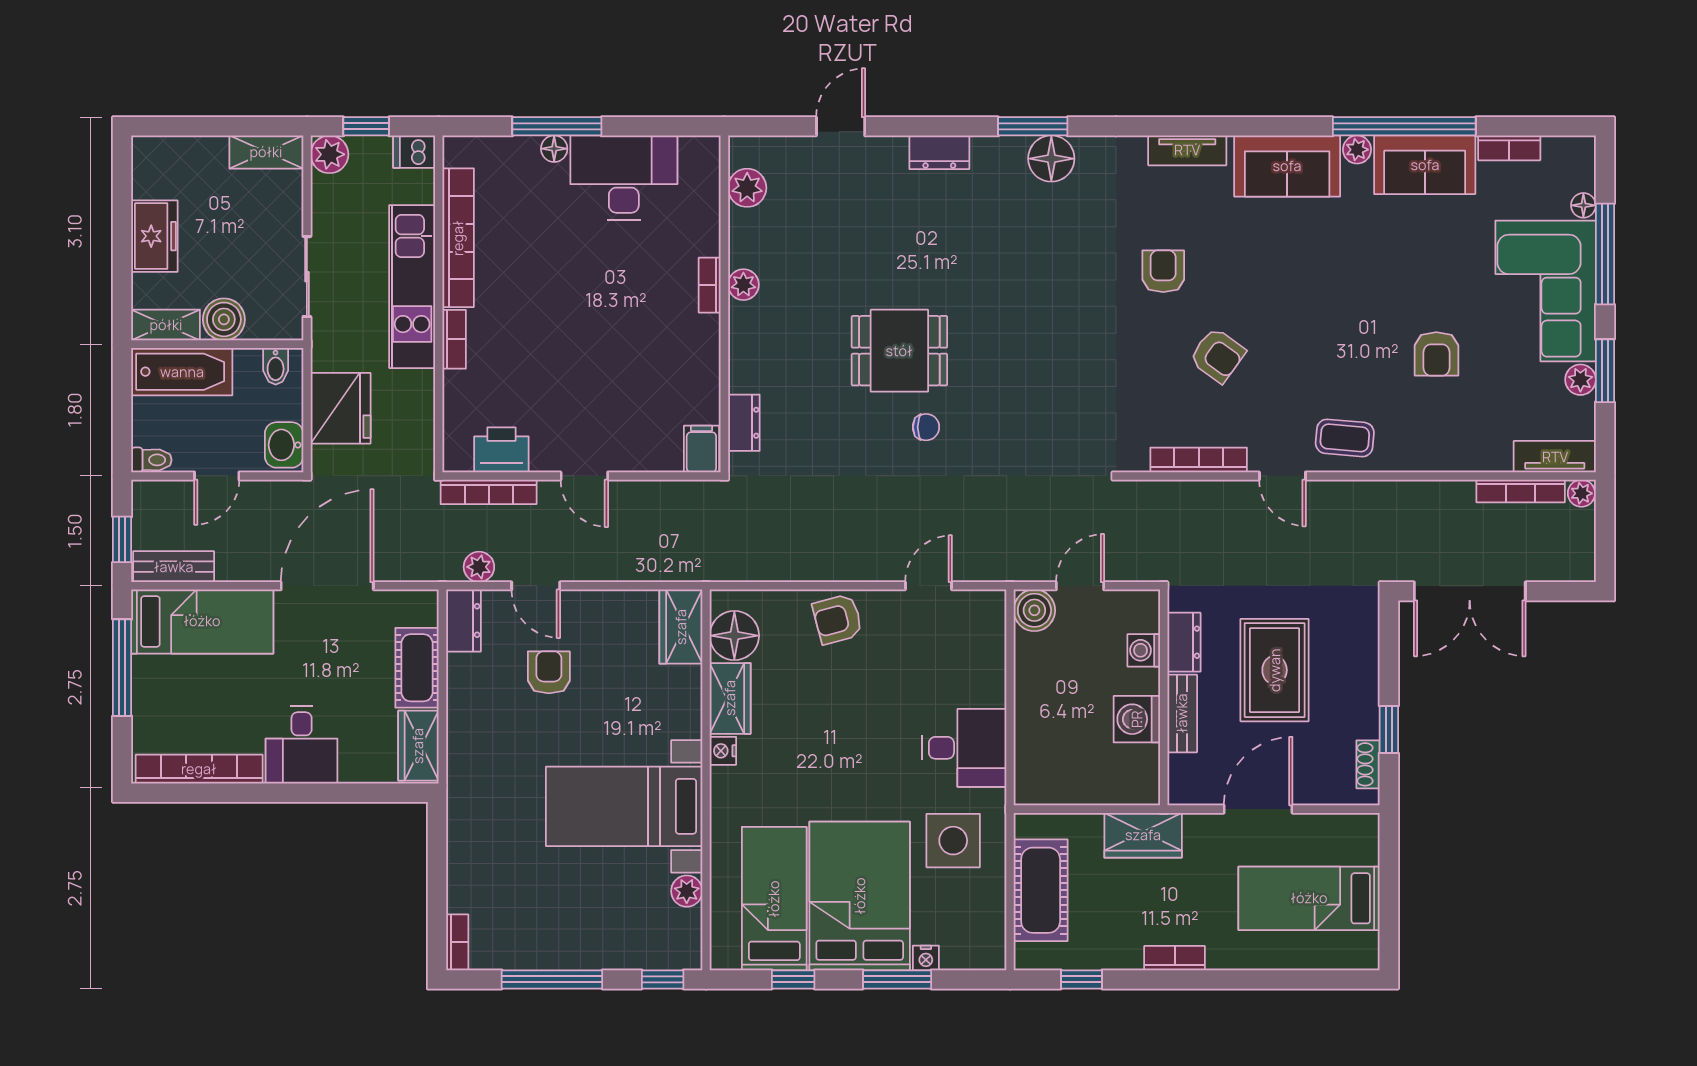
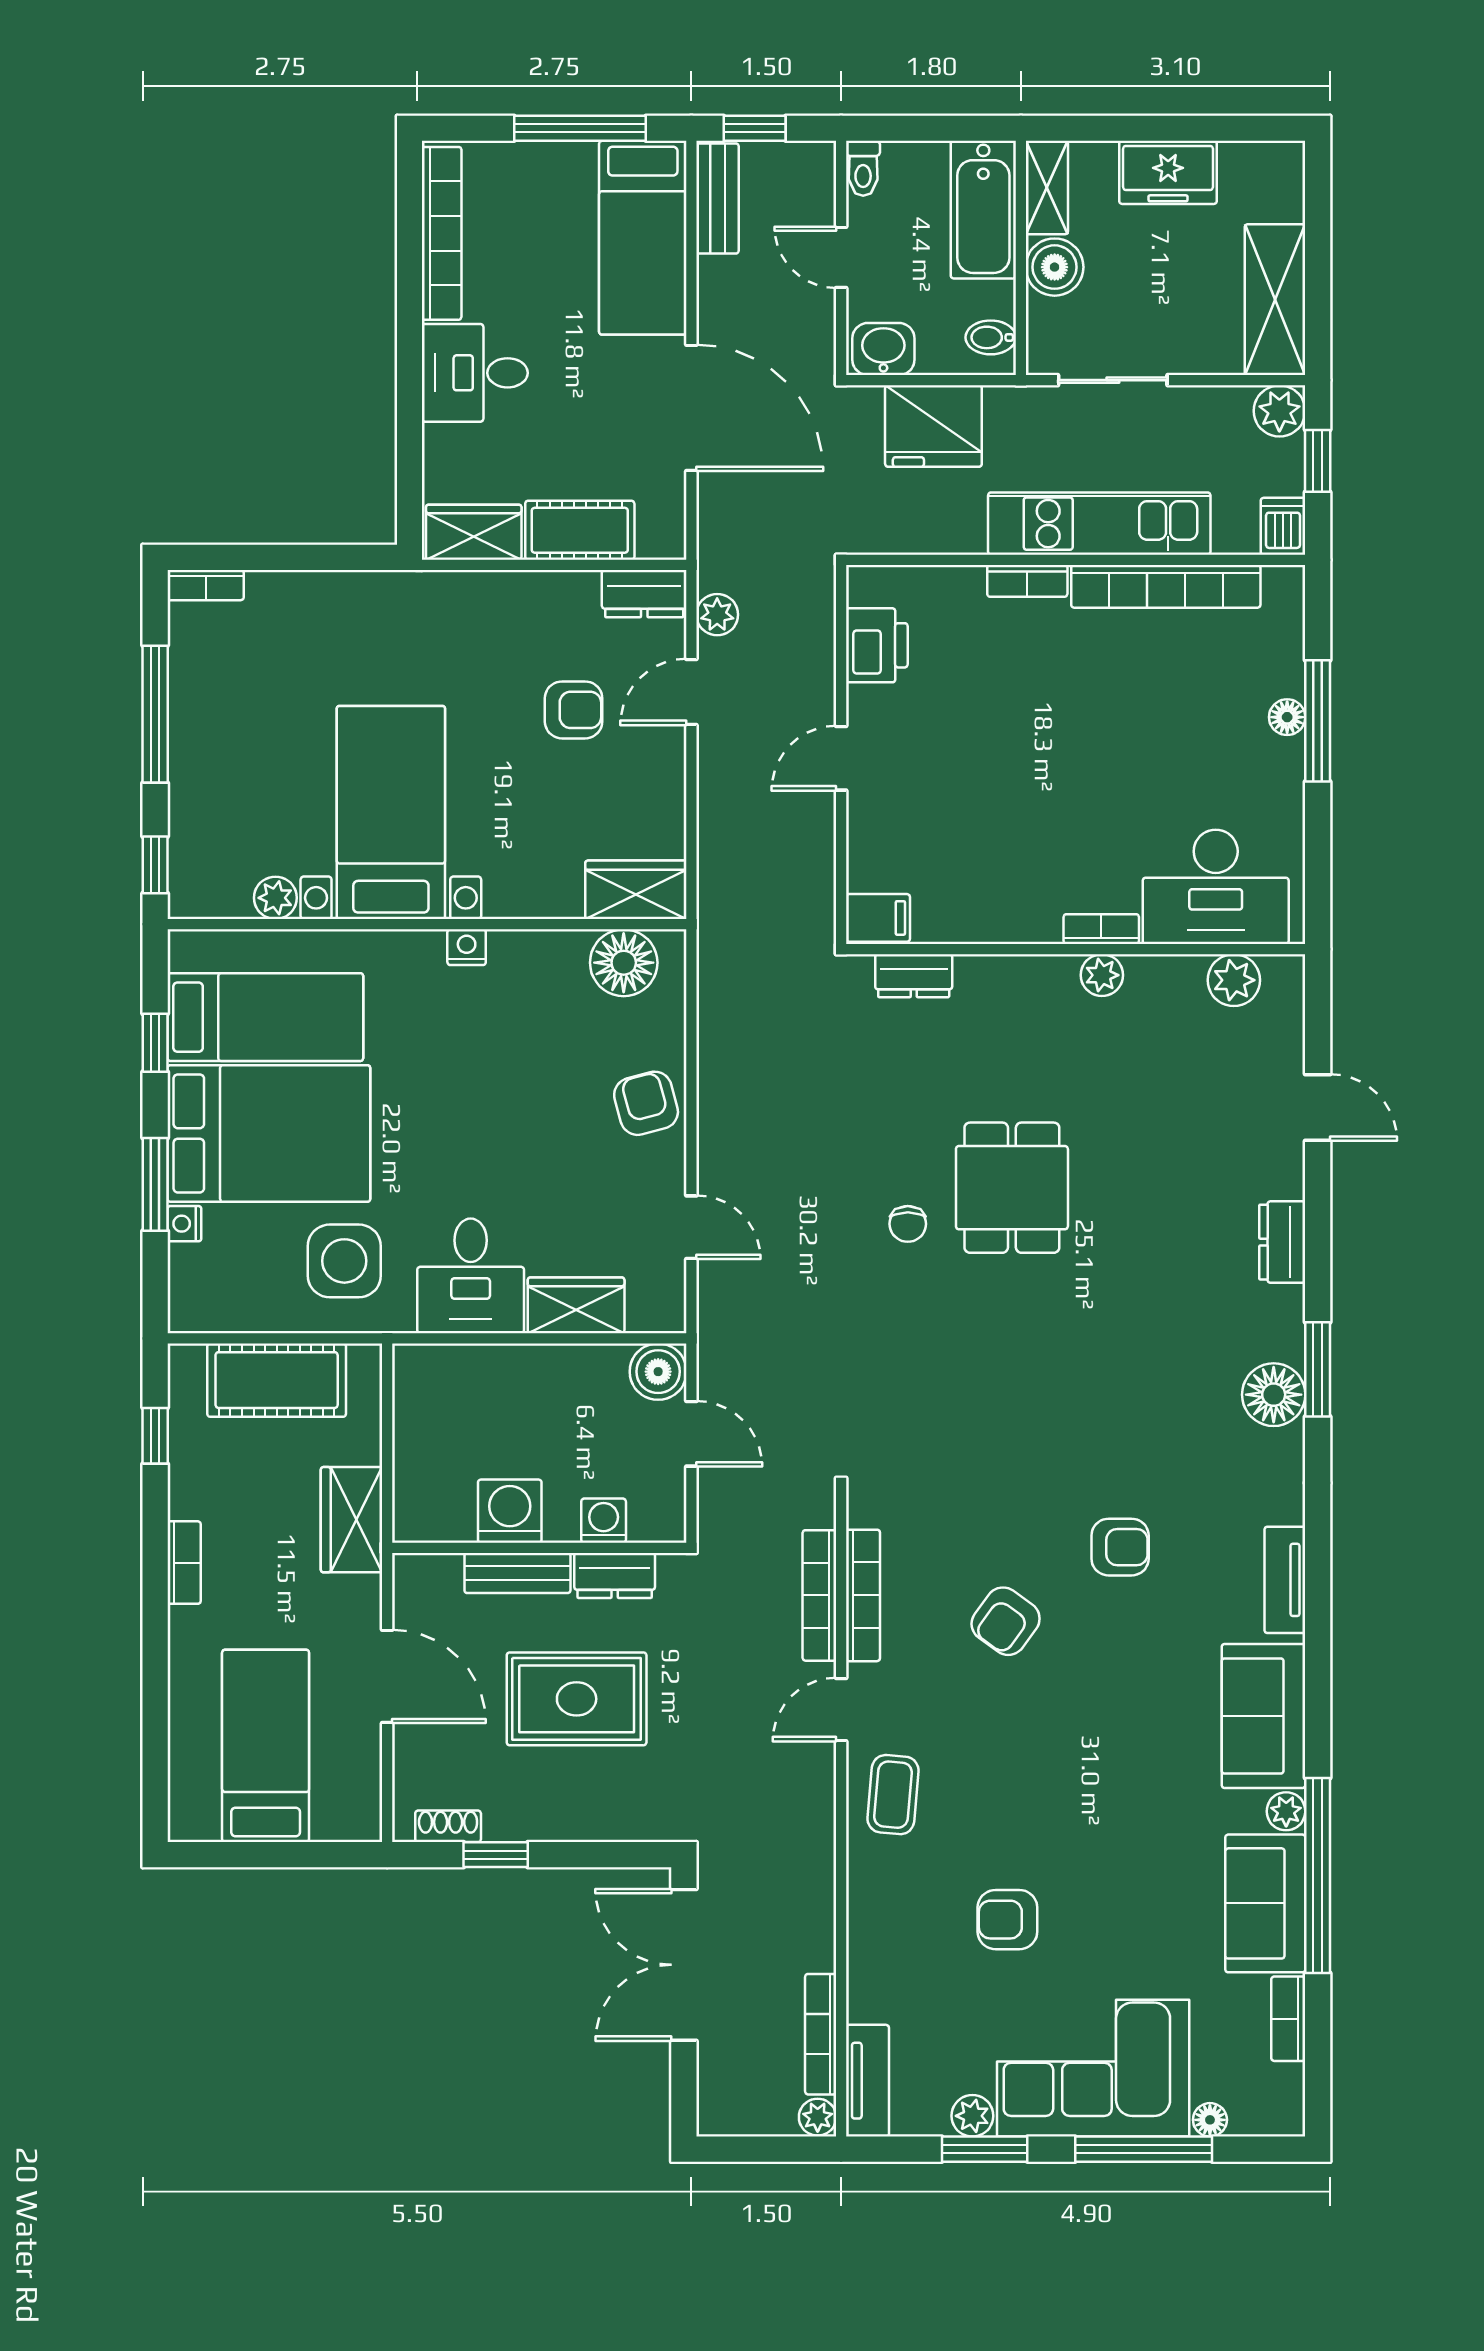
shelving: (266, 152) -> (1275, 300), width x1.50, depth x1.33
desk: (624, 177) -> (1216, 887), moved, turned 90
bookcase: (489, 492) -> (819, 1595), moved
wardrobe: (730, 698) -> (576, 1305), moved, turned 180

